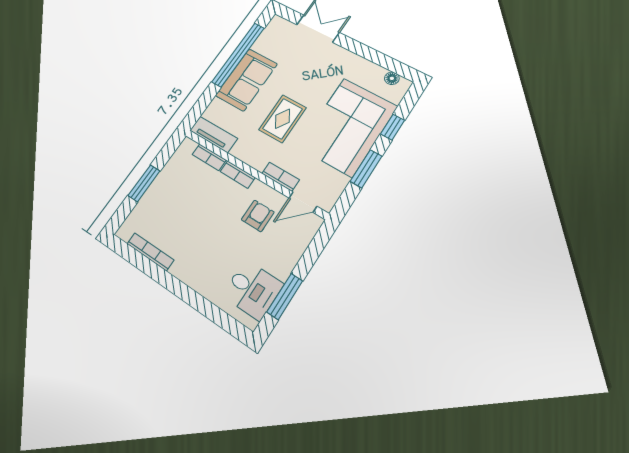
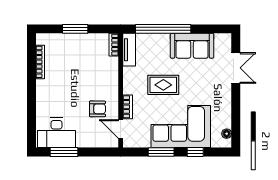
window: (238, 55) -> (163, 29), moved
sofa: (246, 80) -> (192, 46), moved
bookcase: (209, 157) -> (114, 45), moved
bookcase: (238, 175) -> (114, 81), removed
desk: (253, 290) -> (56, 133), width x1.37

